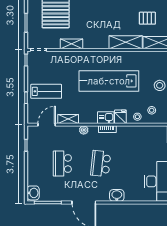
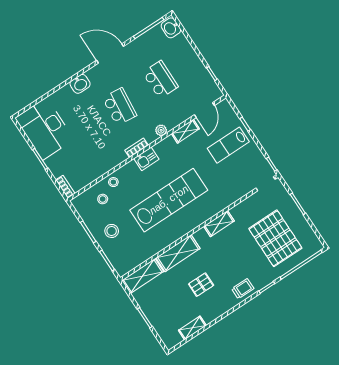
pallet: (147, 18) -> (201, 285), moved
shelving: (71, 44) -> (219, 224), moved
fridge: (120, 117) -> (131, 170), removed

